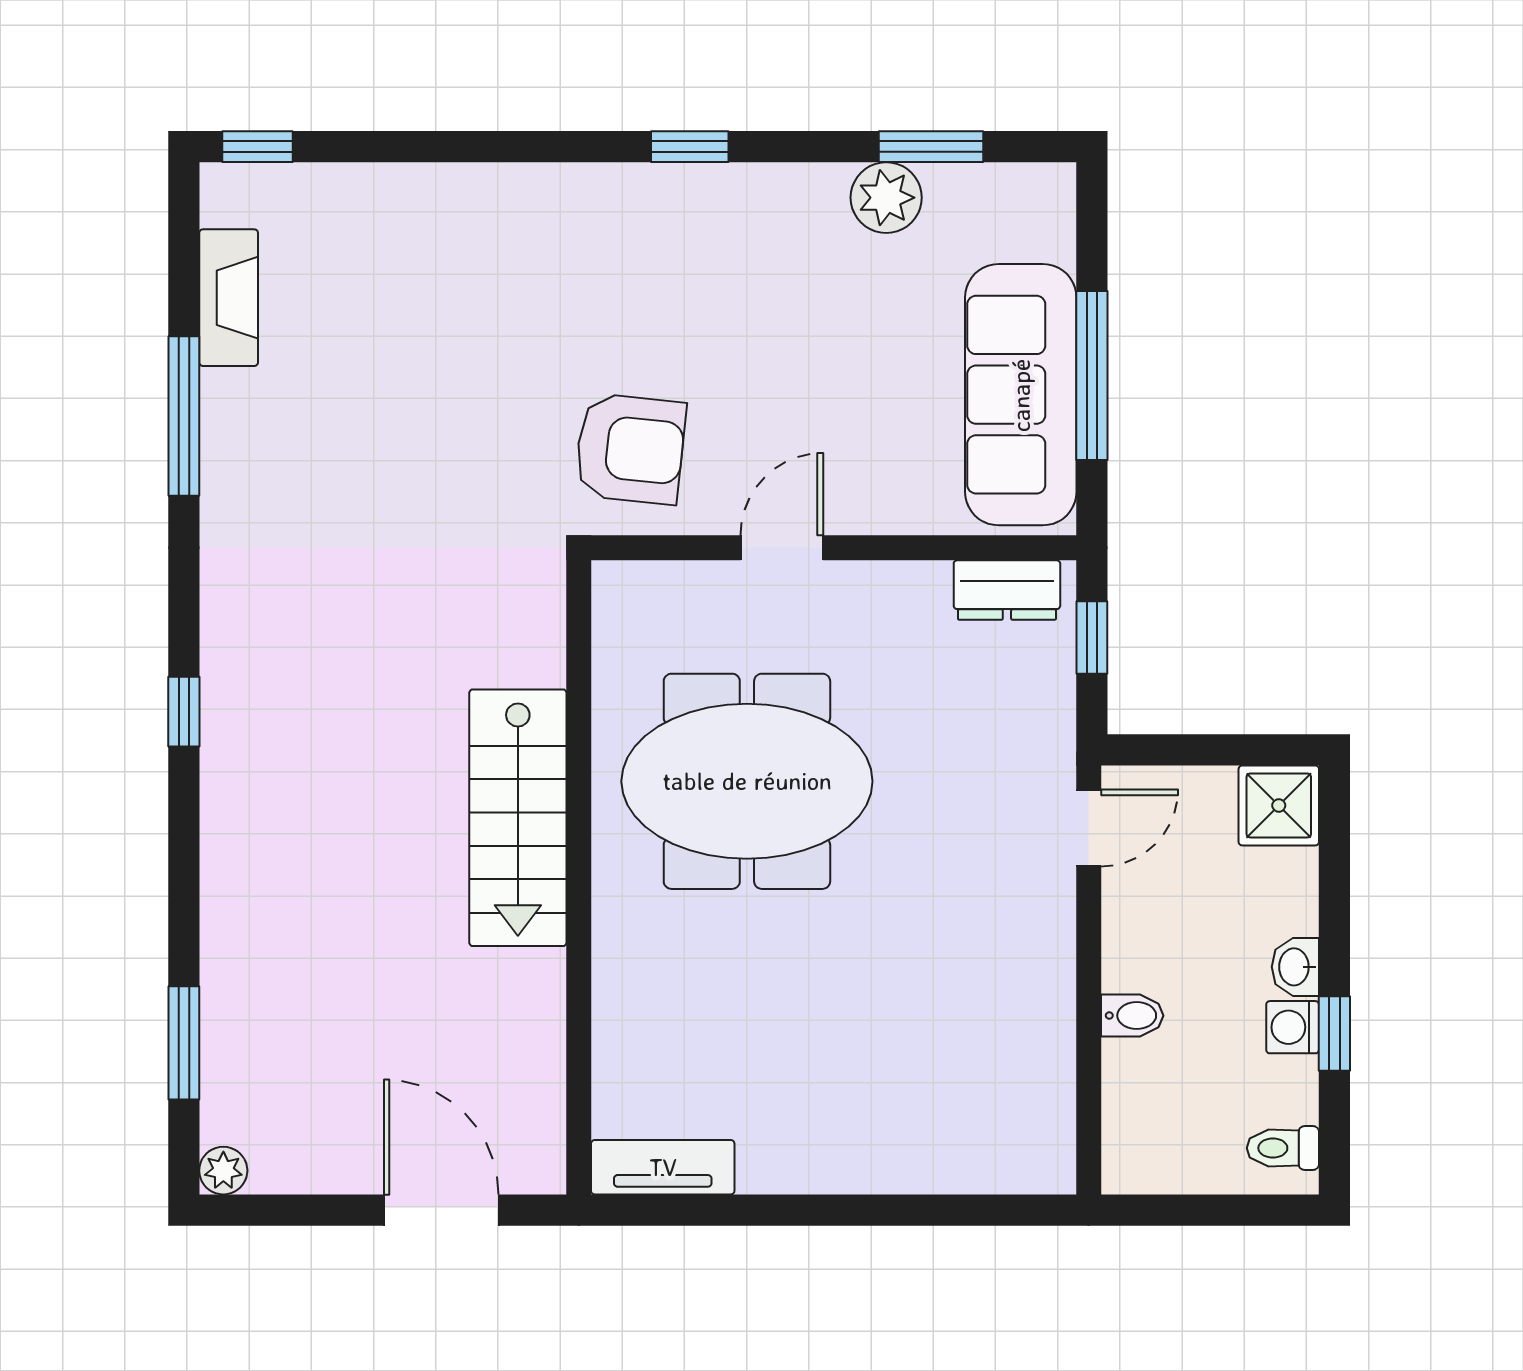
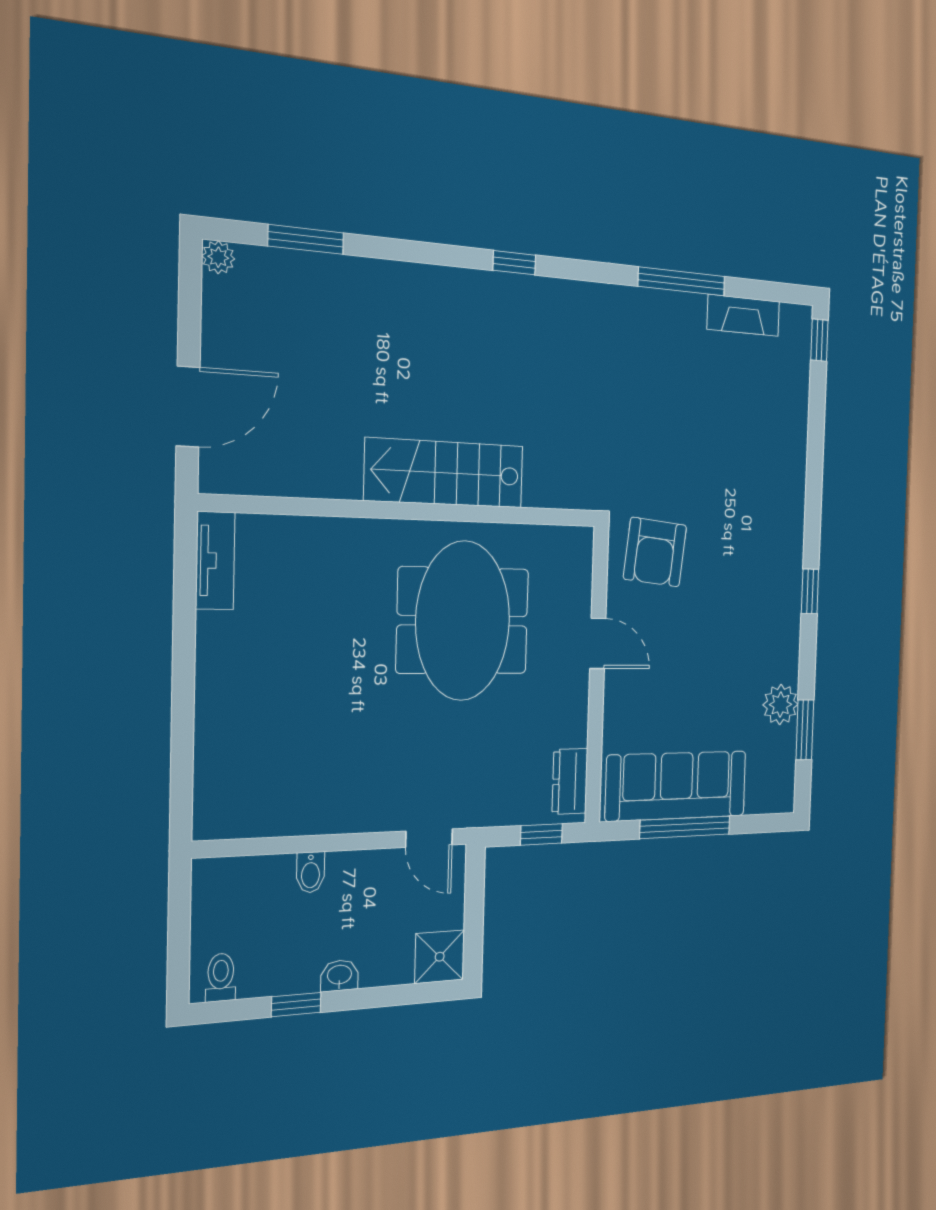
washing machine: (1293, 1027) -> (301, 977), removed

